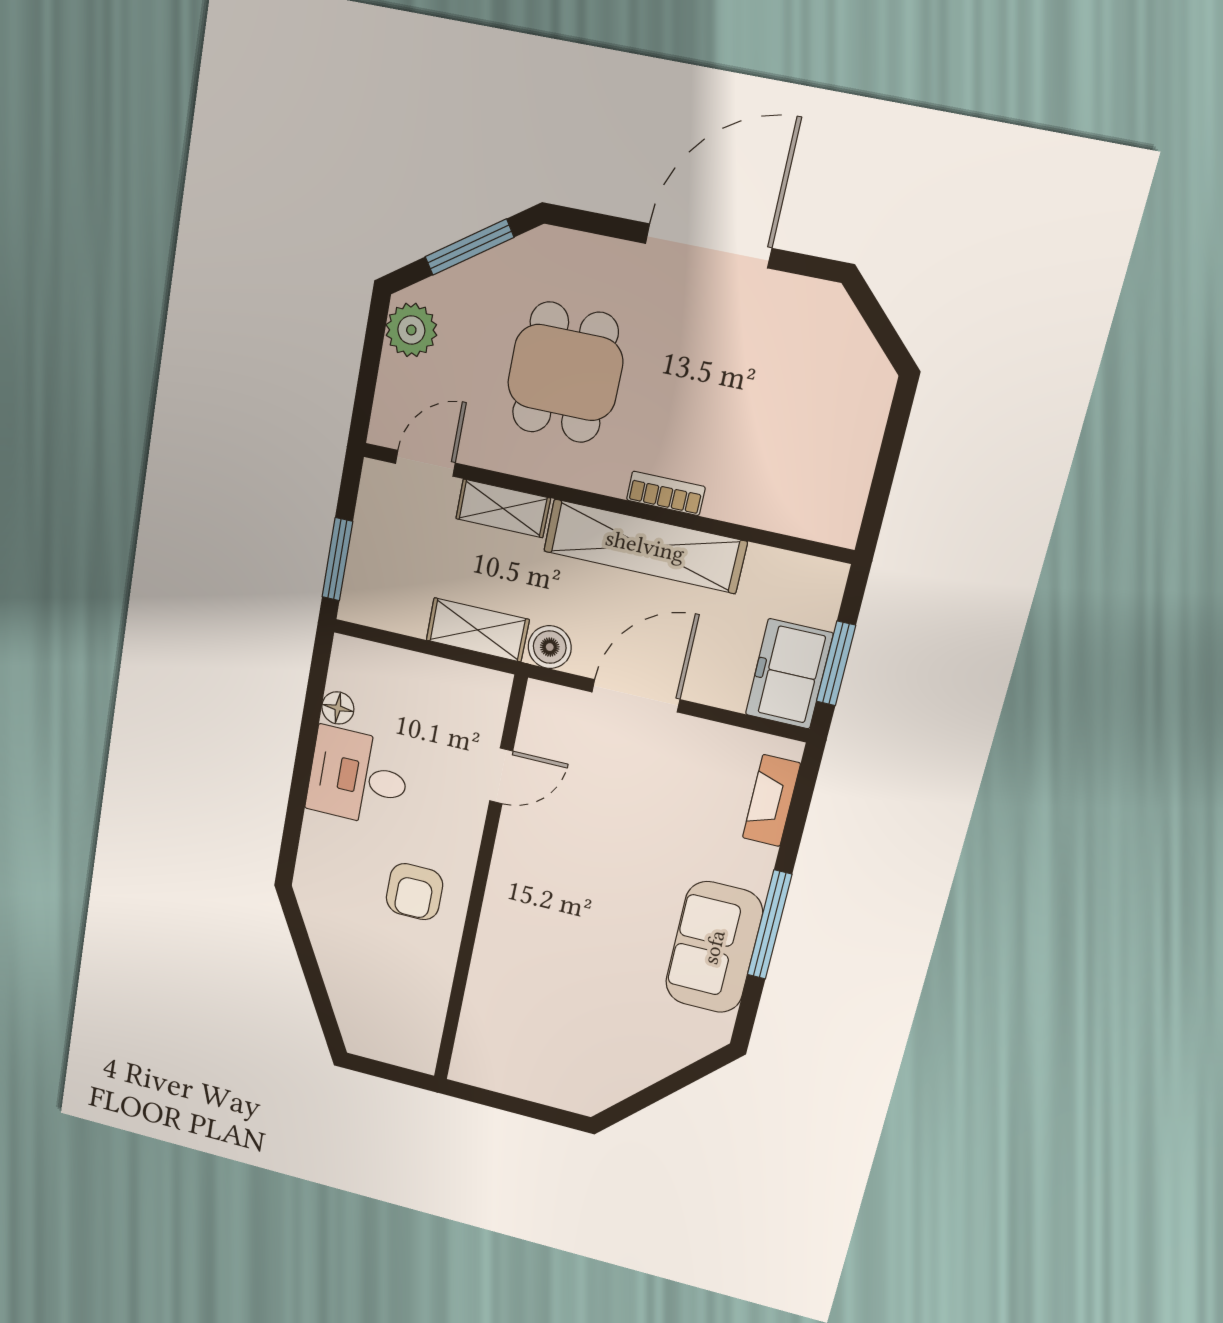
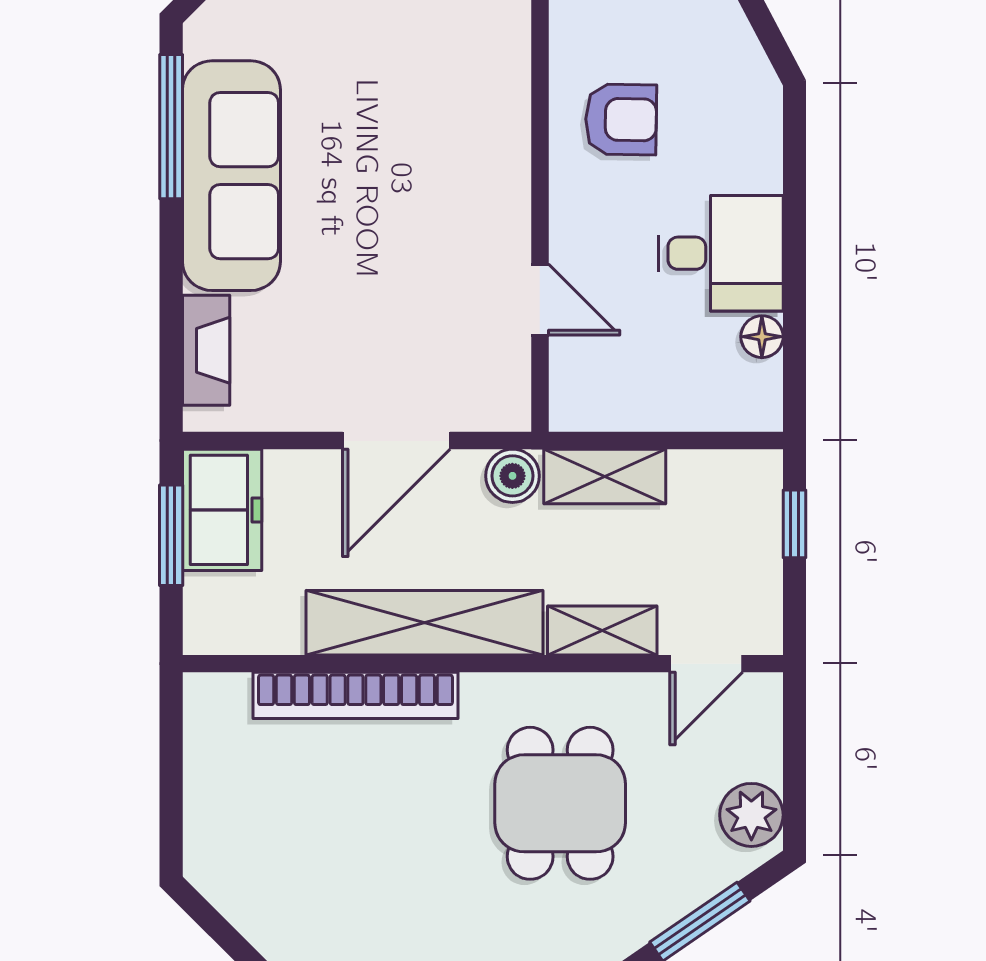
bookcase: (666, 493) -> (355, 695), width x2.31, depth x1.31
window: (337, 559) -> (794, 524), width x0.67
door: (501, 776) -> (540, 300), swing flipped
armchair: (414, 892) -> (621, 119), turned 91
window: (770, 925) -> (171, 127), moved
sofa: (714, 947) -> (231, 176), width x1.36

